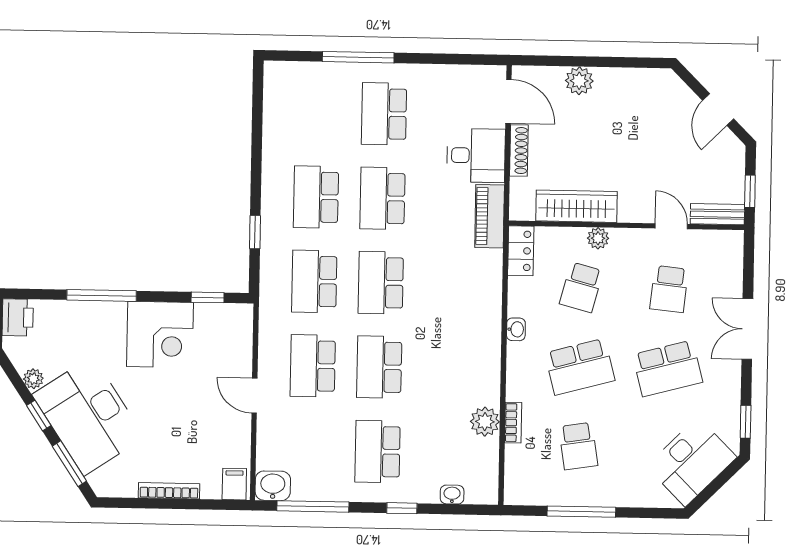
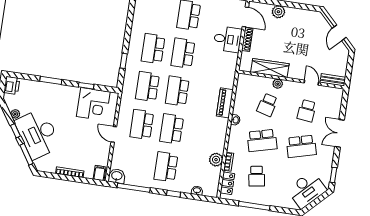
window: (750, 191) -> (349, 71), removed
piano: (490, 216) -> (225, 103), moved
locker: (521, 251) -> (227, 183), moved
window: (102, 295) -> (51, 80), width x0.69
window: (208, 297) -> (86, 86), moved
corner desk: (160, 334) -> (93, 104), moved

